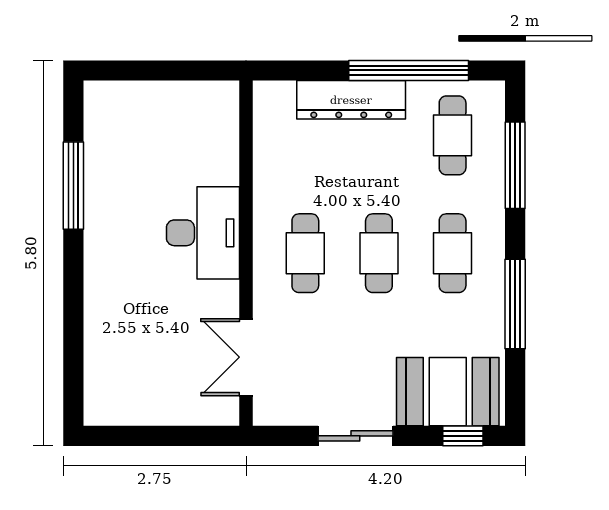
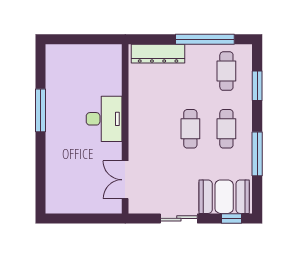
dresser: (351, 100) -> (158, 54), moved
window: (515, 165) -> (257, 86), width x0.69
window: (73, 186) -> (41, 110), moved
cafe table: (305, 253) -> (154, 129), removed

